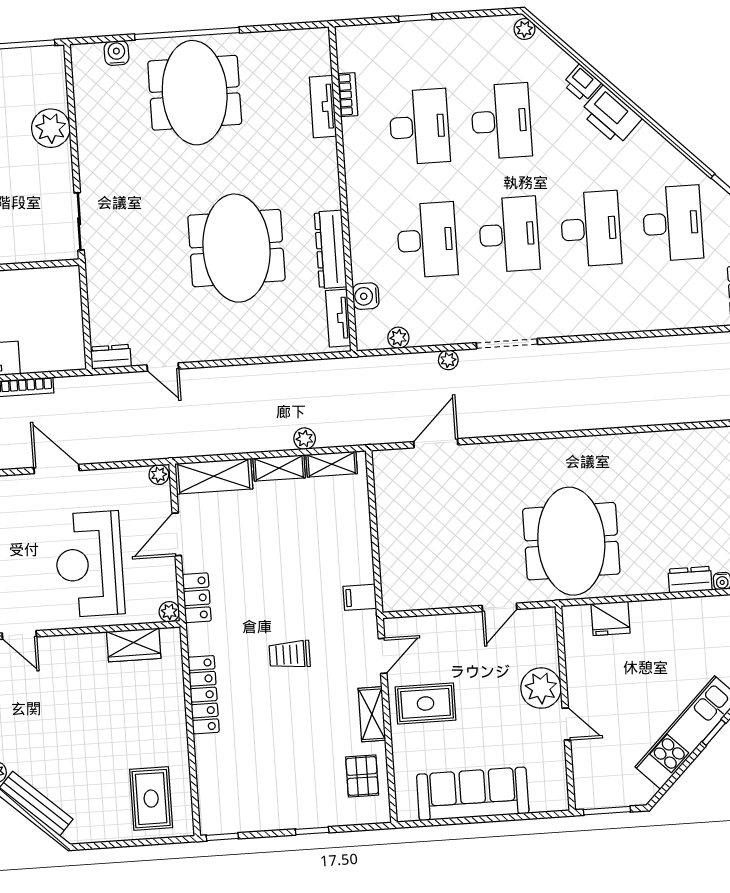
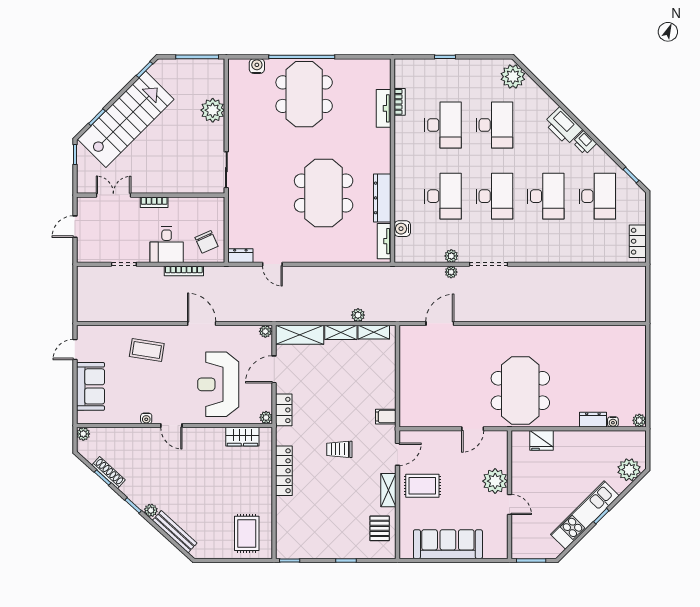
plant: (524, 29) -> (513, 77), width x1.88, depth x1.88
printer: (582, 83) -> (584, 143), moved
plant: (398, 338) -> (451, 256), moved
chair: (55, 339) -> (207, 242), added

